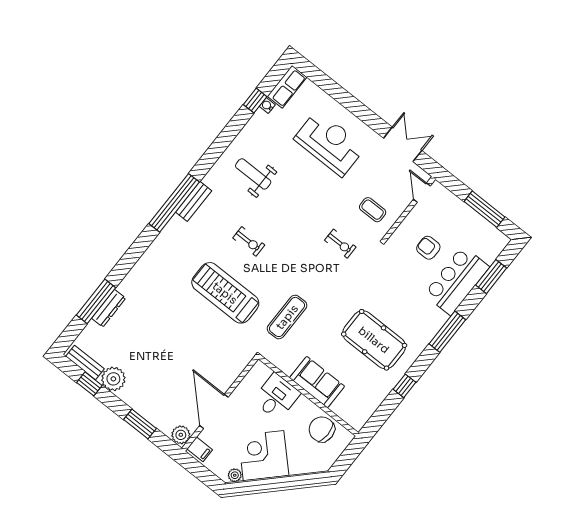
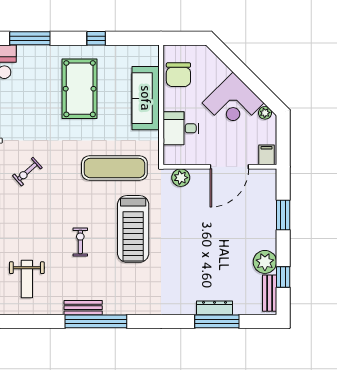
exercise bike: (340, 244) -> (27, 172), turned -132
exercise mat: (287, 317) -> (114, 168), width x1.36, depth x1.45
sofa: (317, 382) -> (146, 98), width x1.36
plant: (181, 435) -> (181, 178), moved

